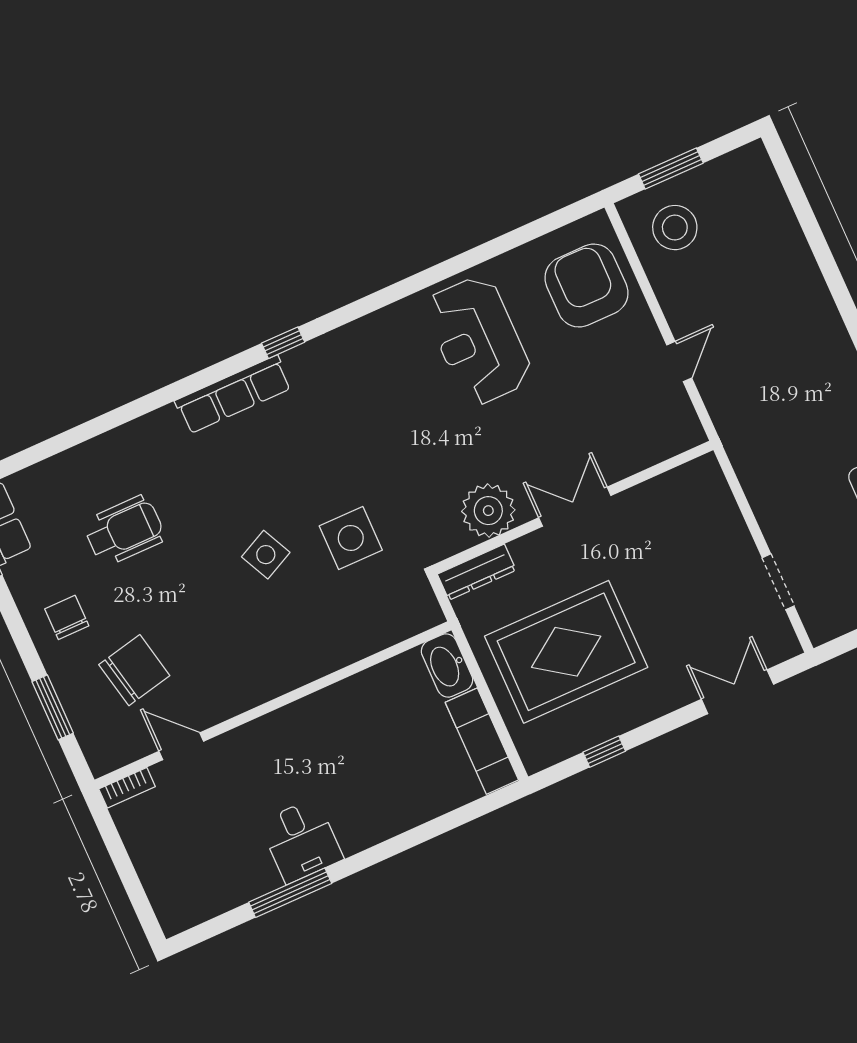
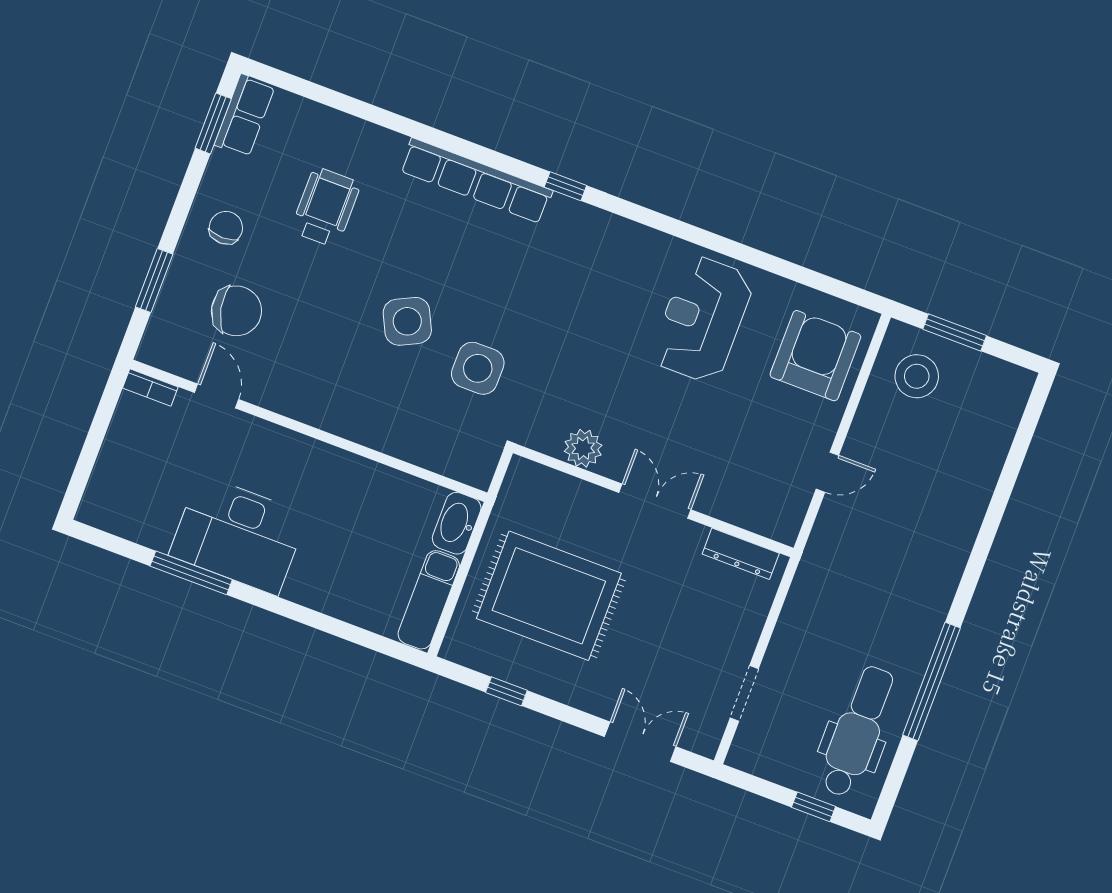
row of seats: (233, 394) -> (476, 181), width x1.36
plant: (488, 511) -> (583, 448), width x0.73, depth x0.73
wheelchair: (124, 531) -> (326, 207), turned -90
side table: (266, 555) -> (407, 321), width x1.37, depth x1.37
dresser: (477, 572) -> (741, 554), moved
desk: (301, 841) -> (238, 535), width x1.87, depth x1.30

